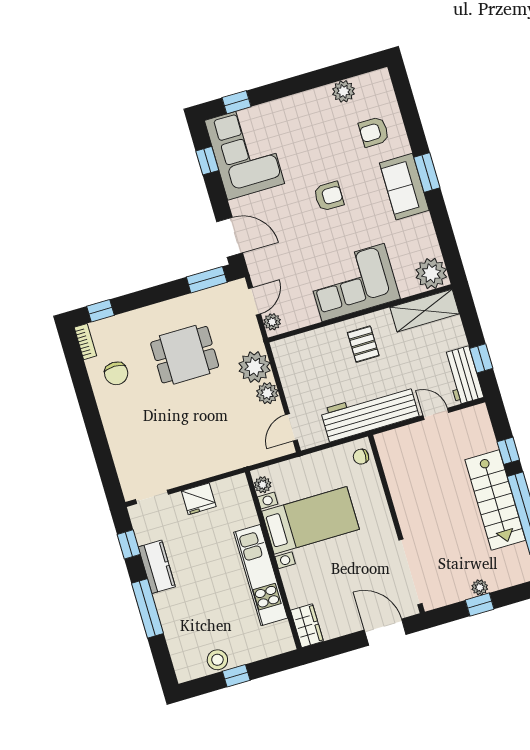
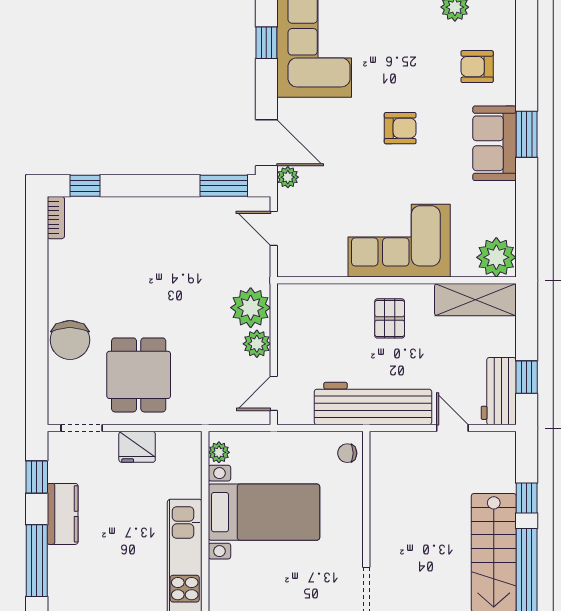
door: (255, 301) -> (274, 228), swing flipped
plant: (272, 322) -> (288, 177), moved
dining table: (185, 355) -> (139, 375), moved, turned 90
chair: (116, 373) -> (70, 340), moved, width x1.37, depth x1.37

